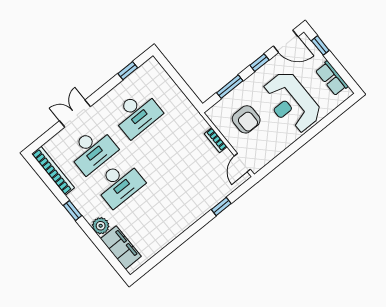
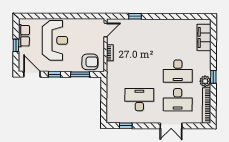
window: (320, 45) -> (16, 45), moved
armchair: (246, 119) -> (90, 62), moved, turned 90
desk: (92, 150) -> (178, 100), turned 180
desk: (119, 183) -> (178, 71), turned 180
plant: (101, 226) -> (205, 81), moved

